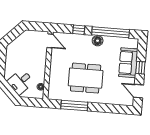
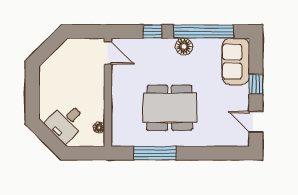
sofa: (128, 63) -> (236, 61), moved

